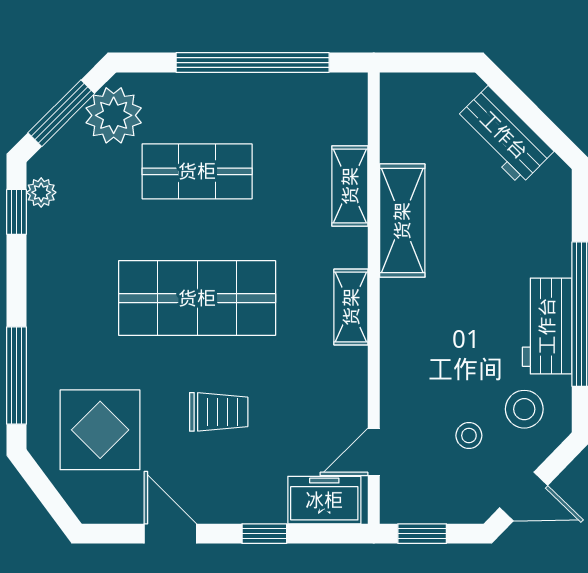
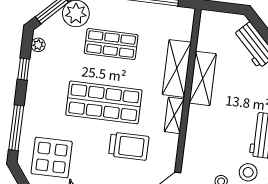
shelving: (350, 186) -> (177, 68), width x1.50, depth x1.33
window: (16, 212) -> (24, 69), moved
trolley: (219, 412) -> (129, 146), moved, width x1.36, depth x1.39

